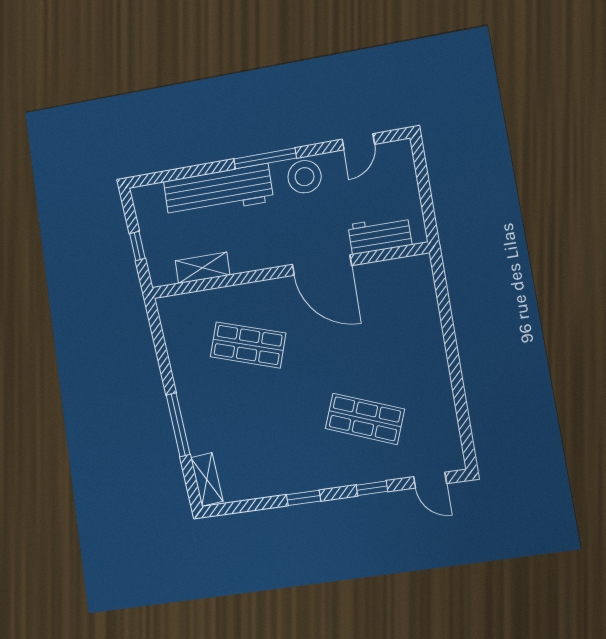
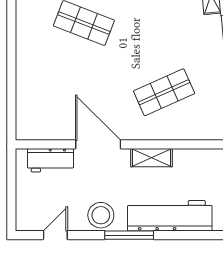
shelving: (203, 268) -> (152, 158), moved
shop shelf: (248, 345) -> (164, 92), turned -42

